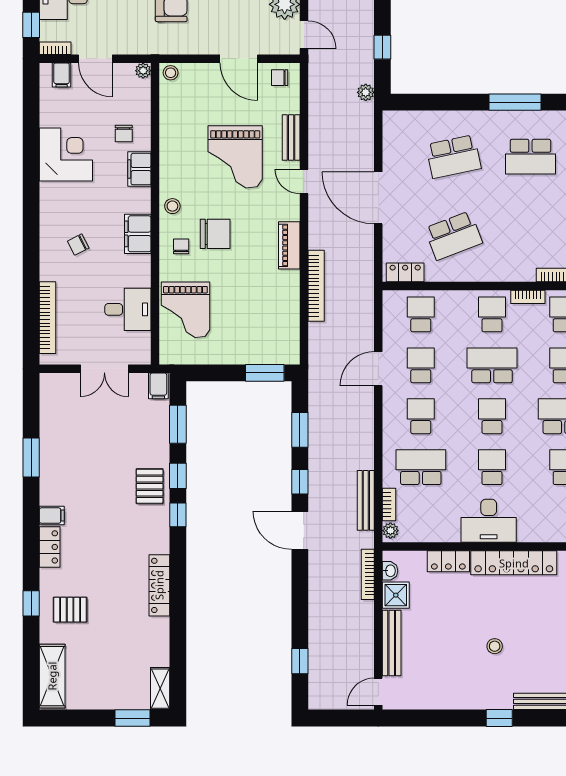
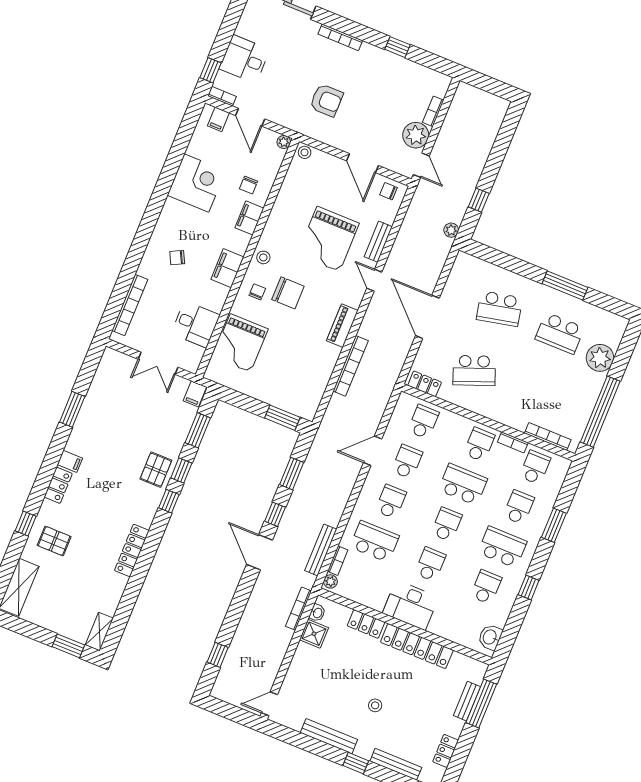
bench: (392, 643) -> (329, 736), moved, turned 90

